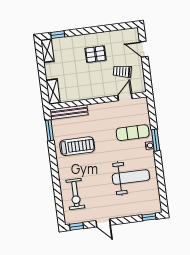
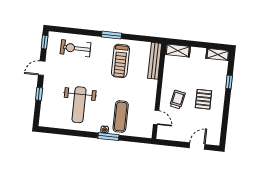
window: (58, 35) -> (229, 82), moved
trolley: (122, 71) -> (178, 99), moved
window: (50, 130) -> (112, 35), moved
window: (149, 217) -> (39, 94), moved

